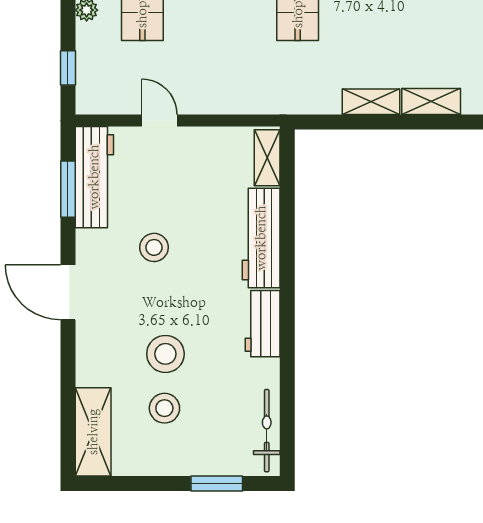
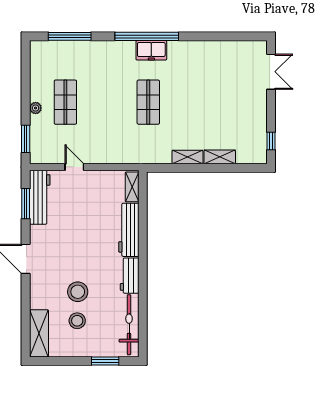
window: (68, 68) -> (26, 139), width x1.50
stool: (154, 247) -> (72, 235), removed
bicycle: (267, 431) -> (129, 325), width x1.37, depth x1.40

